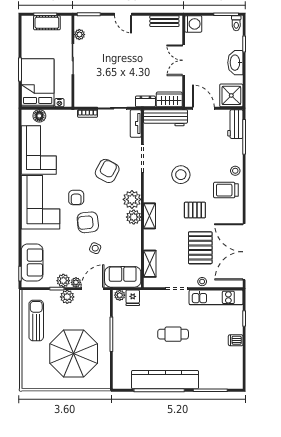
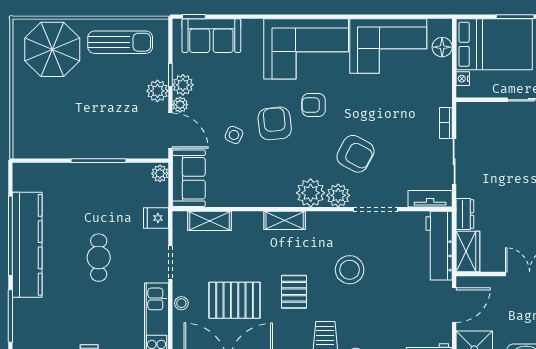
plant: (134, 217) -> (338, 195), moved
fridge: (133, 298) -> (156, 218), moved
parasol: (74, 353) -> (52, 49), moved, width x0.73, depth x0.73

